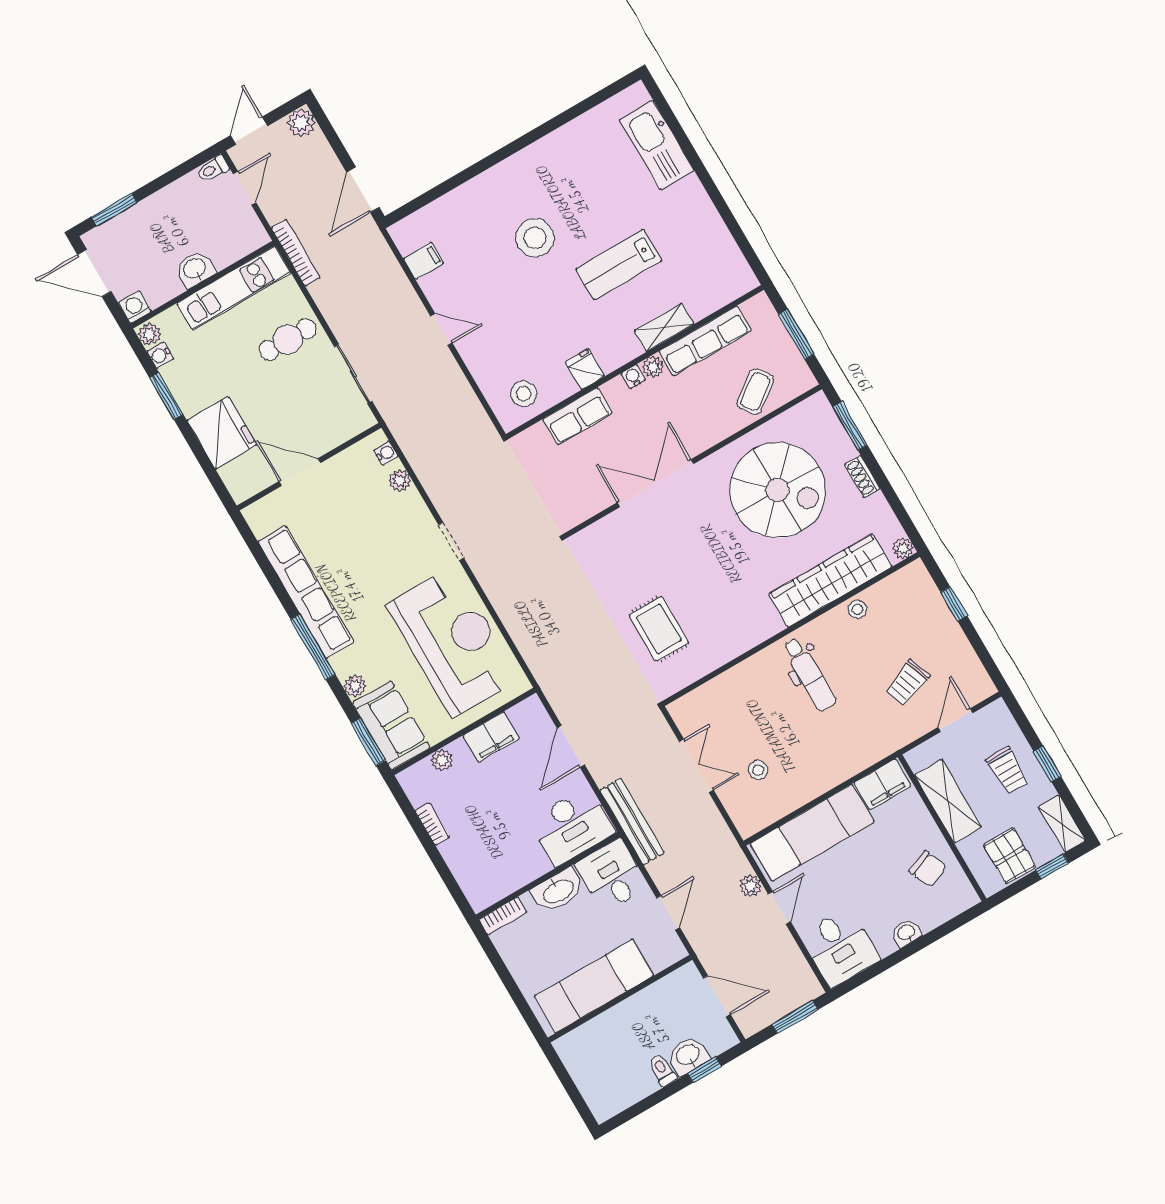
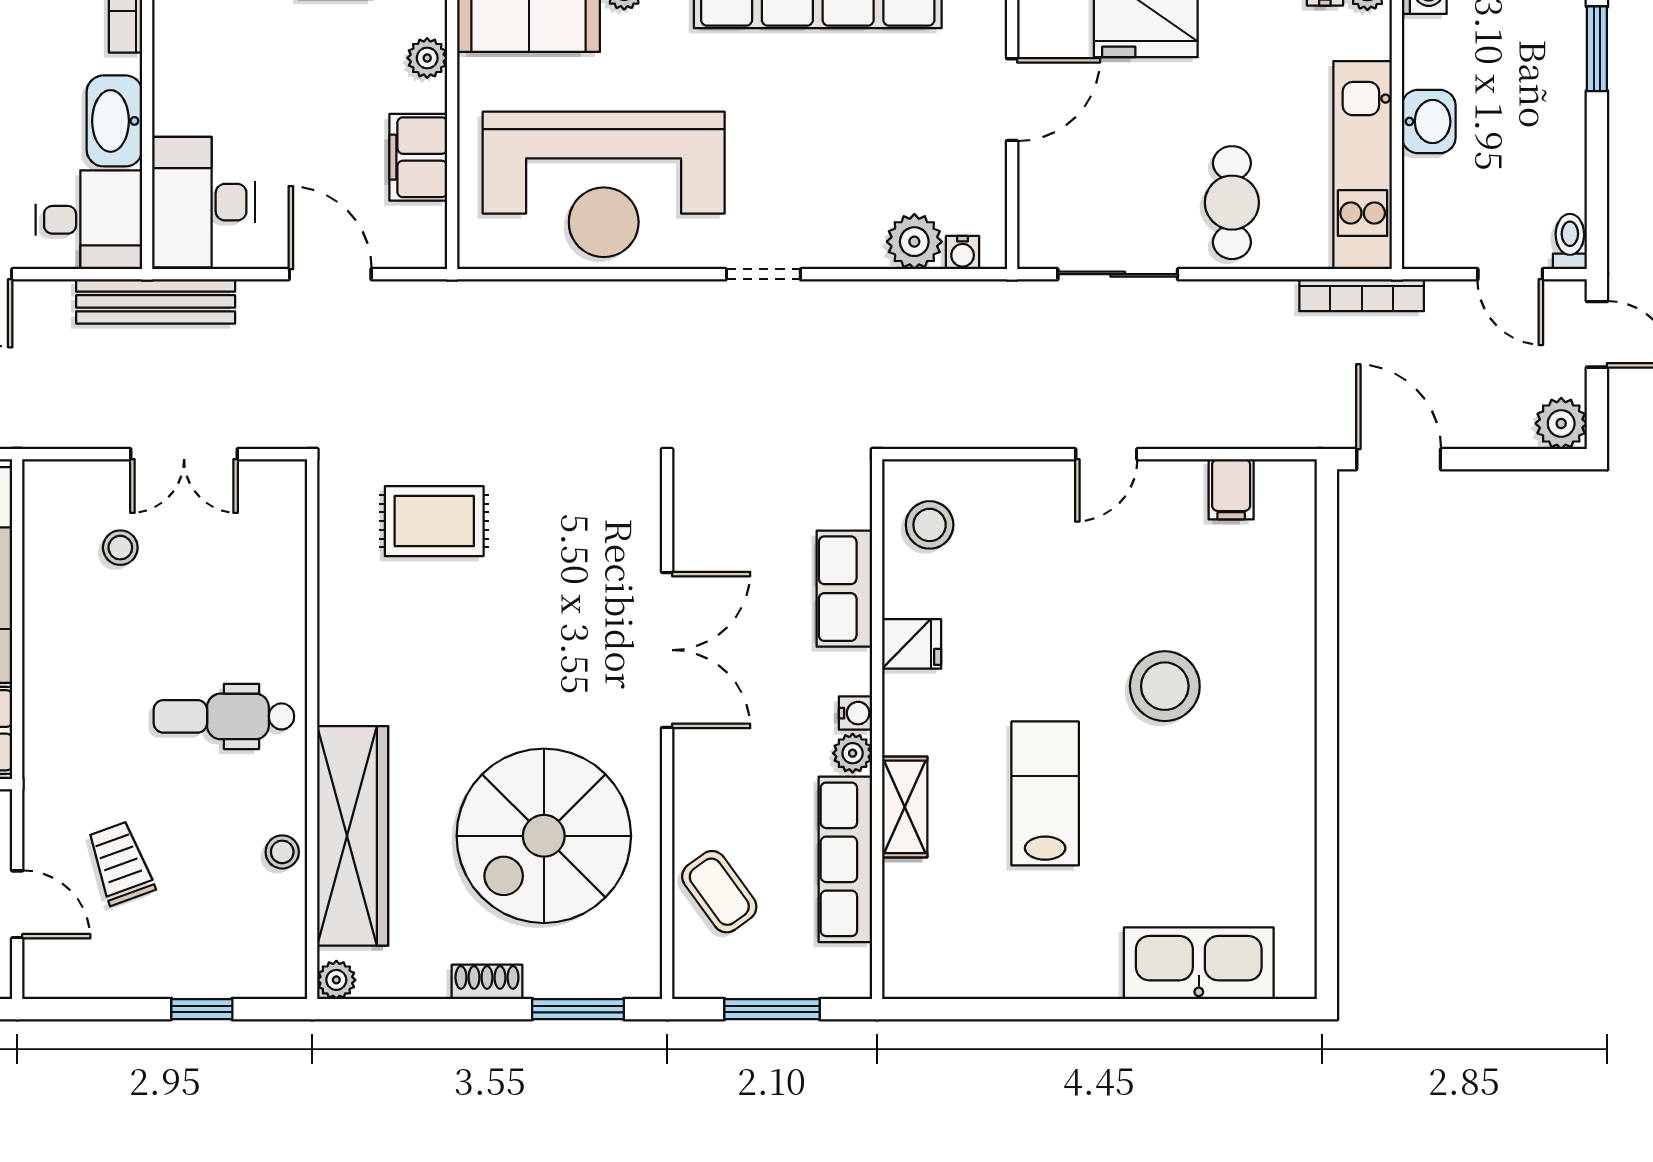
plant: (400, 481) -> (914, 242), width x1.38, depth x1.38

